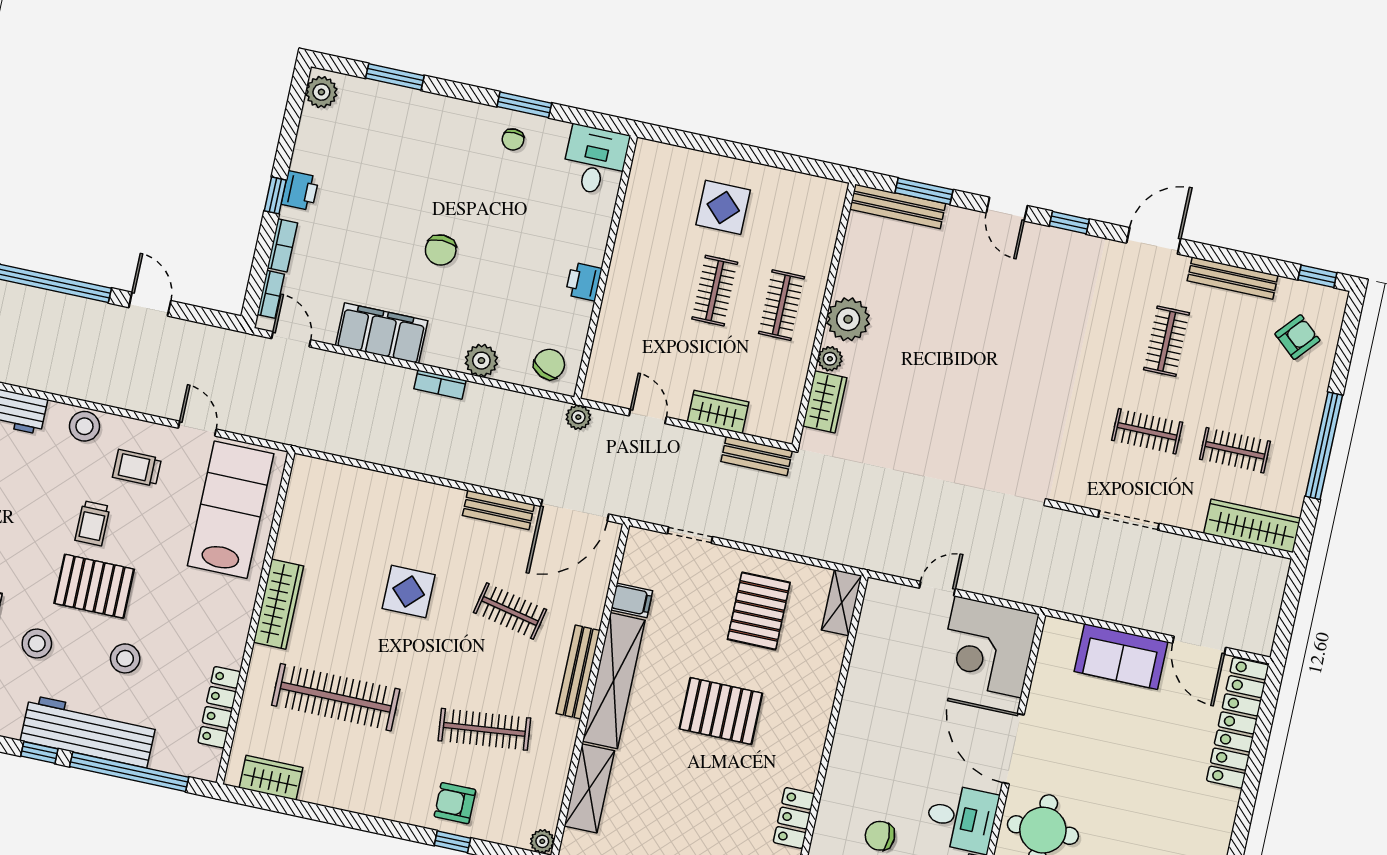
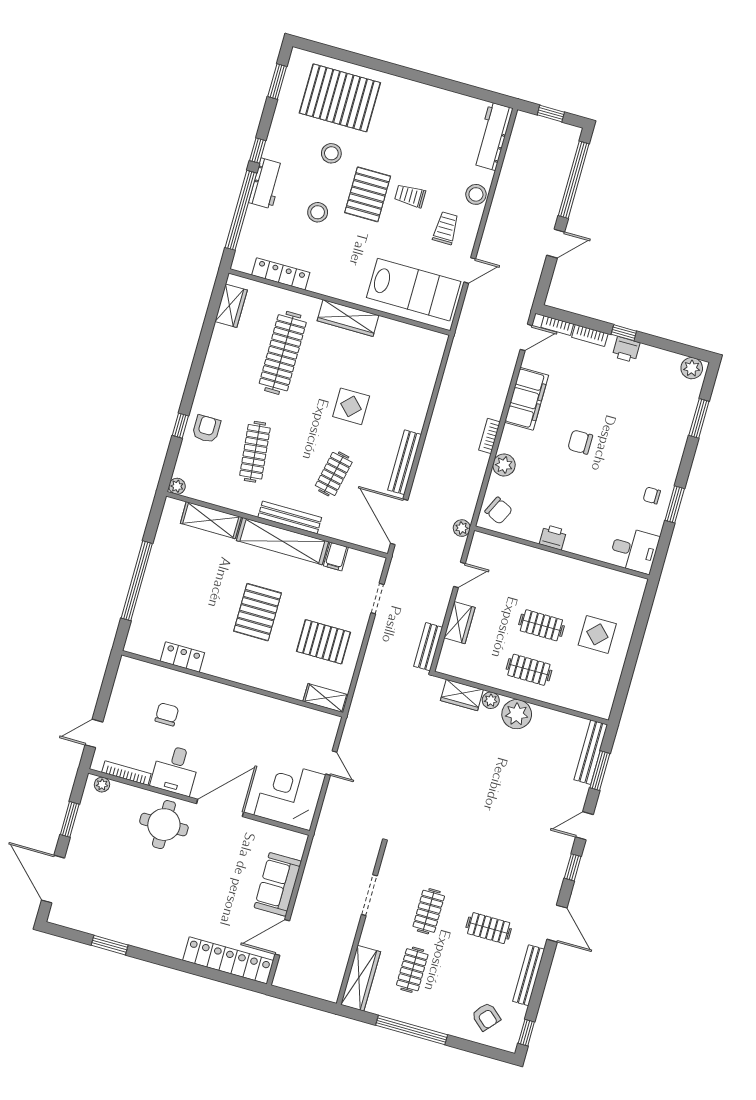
bench: (498, 510) -> (405, 462), width x1.36
workbench: (88, 731) -> (266, 183), width x0.53, depth x0.76

